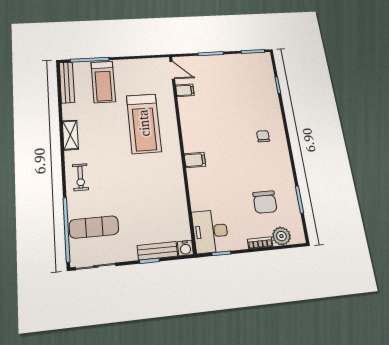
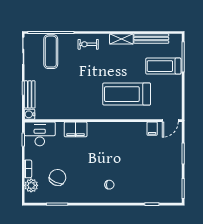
bench: (67, 82) -> (151, 39), moved
filing cabinet: (195, 160) -> (76, 129), moved, width x2.00
chair: (265, 202) -> (57, 177), turned 114

